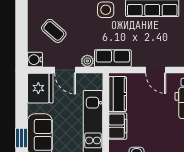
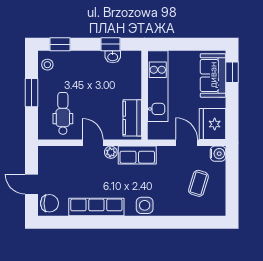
coffee table: (54, 31) -> (198, 183), turned 66
plant: (87, 61) -> (111, 152), moved
filing cabinet: (118, 126) -> (132, 85), removed

